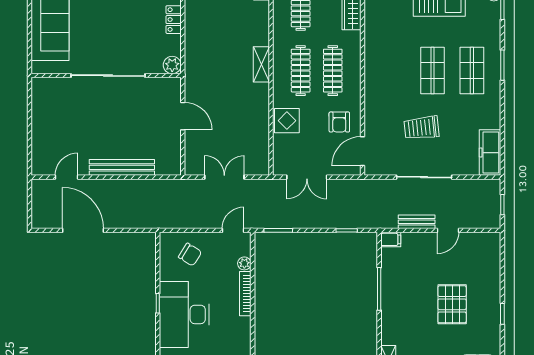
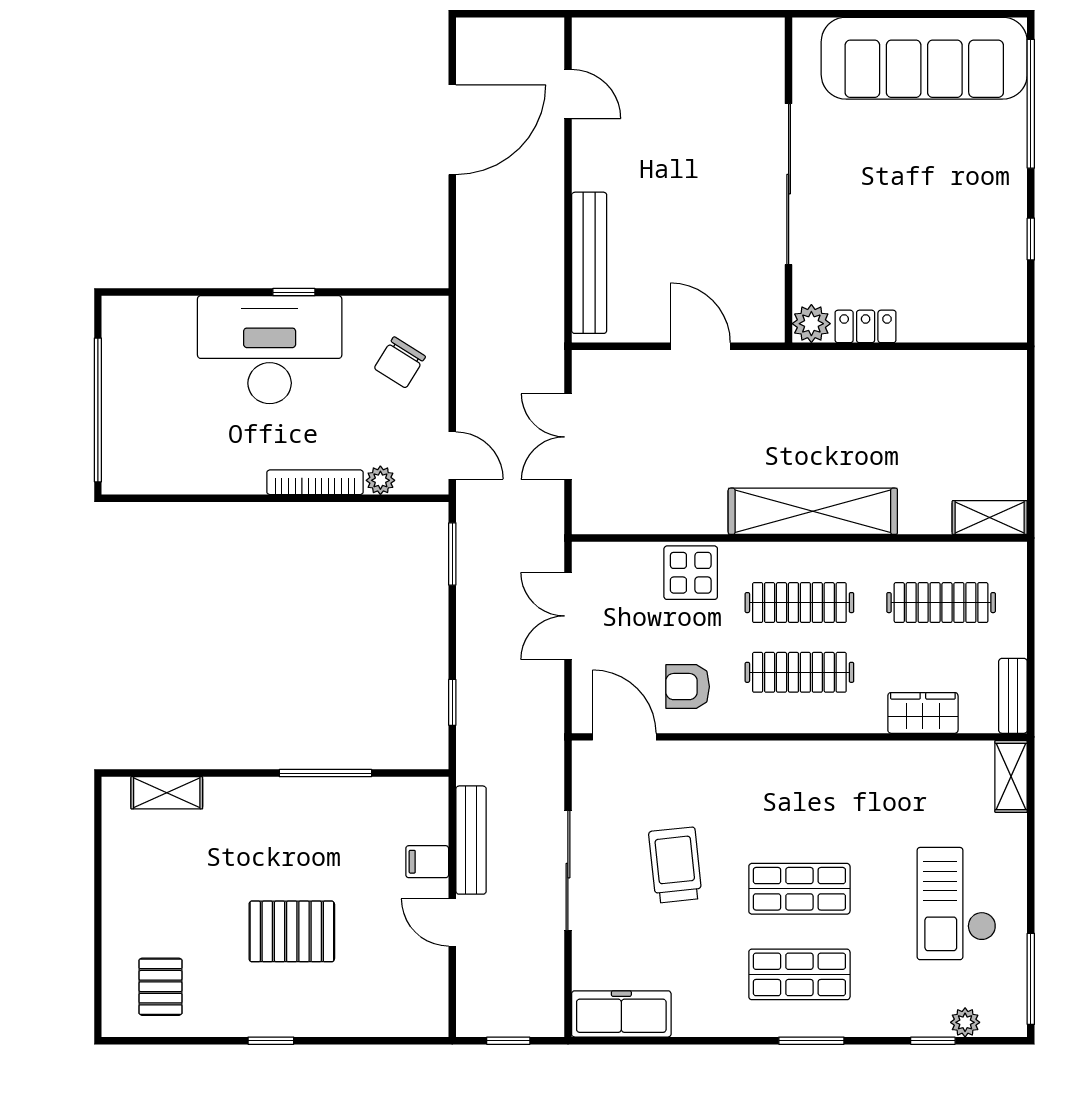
locker: (174, 20) -> (866, 326), moved
shelving: (261, 64) -> (813, 511), width x2.20, depth x1.33
door: (183, 116) -> (700, 346), swing flipped
bench: (122, 167) -> (589, 263), moved
double door: (224, 177) -> (568, 437), swing flipped
bench: (417, 222) -> (471, 840), width x1.36
filing cabinet: (391, 239) -> (427, 862), moved, turned 90

